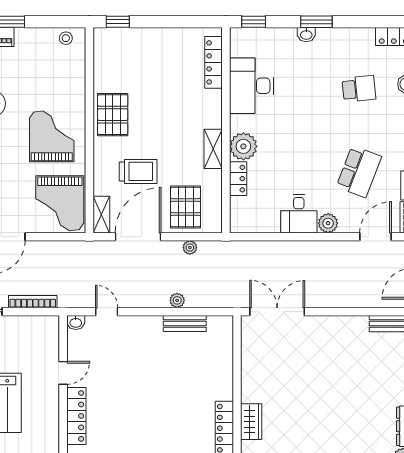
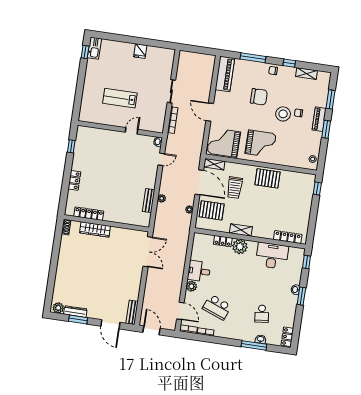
door: (63, 373) -> (132, 131), swing flipped
locker: (76, 416) -> (107, 135), removed
wardrobe: (251, 422) -> (95, 229), width x1.50

